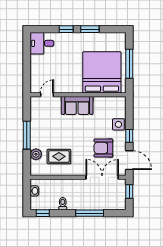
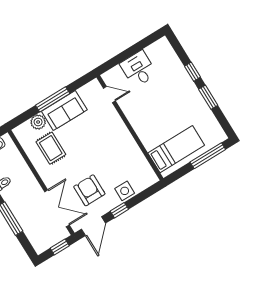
desk: (42, 43) -> (138, 69), moved
window: (129, 64) -> (208, 156), moved
bed: (102, 72) -> (176, 149), width x0.49
sofa: (77, 105) -> (64, 111), moved, turned -90

